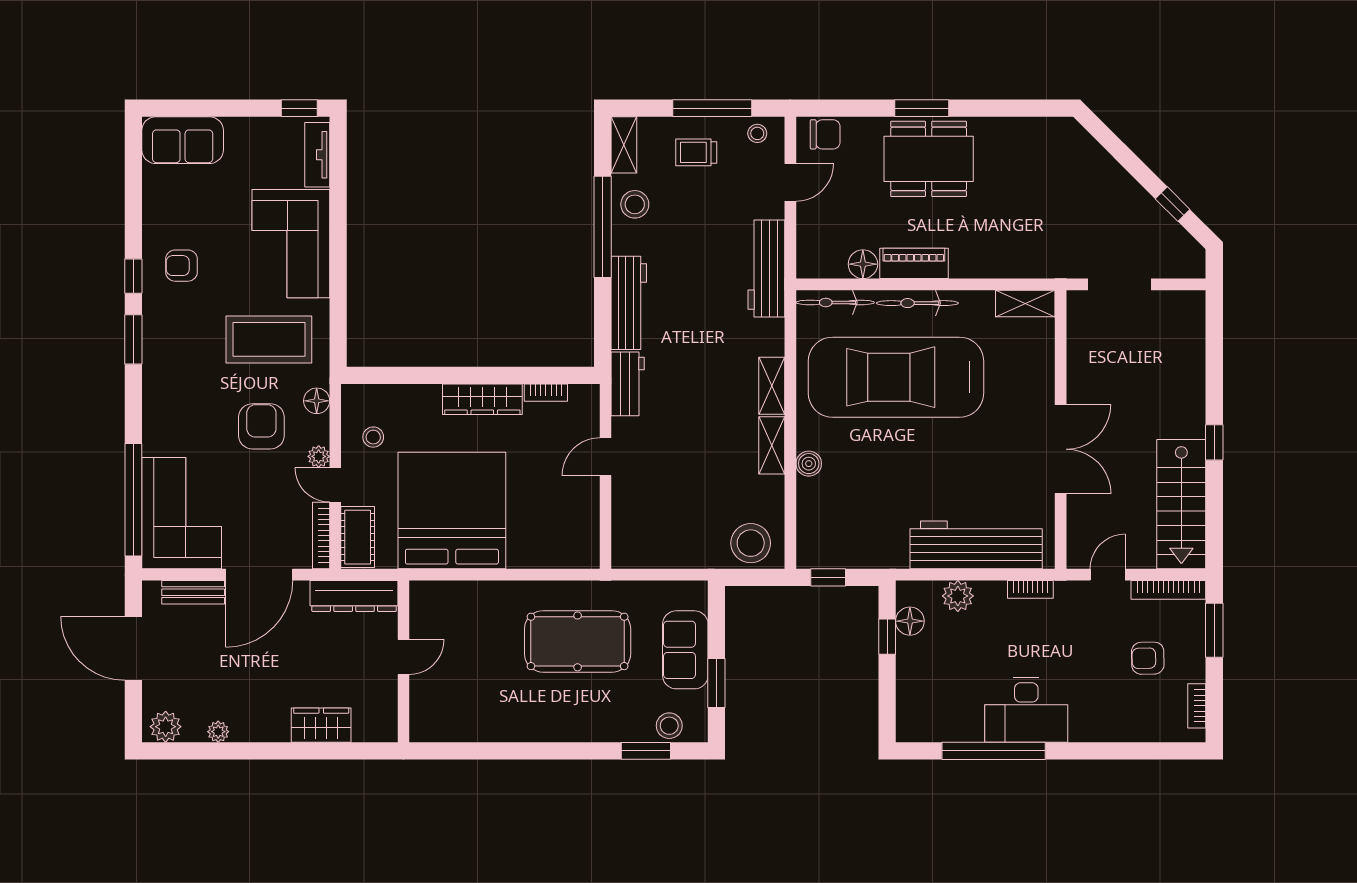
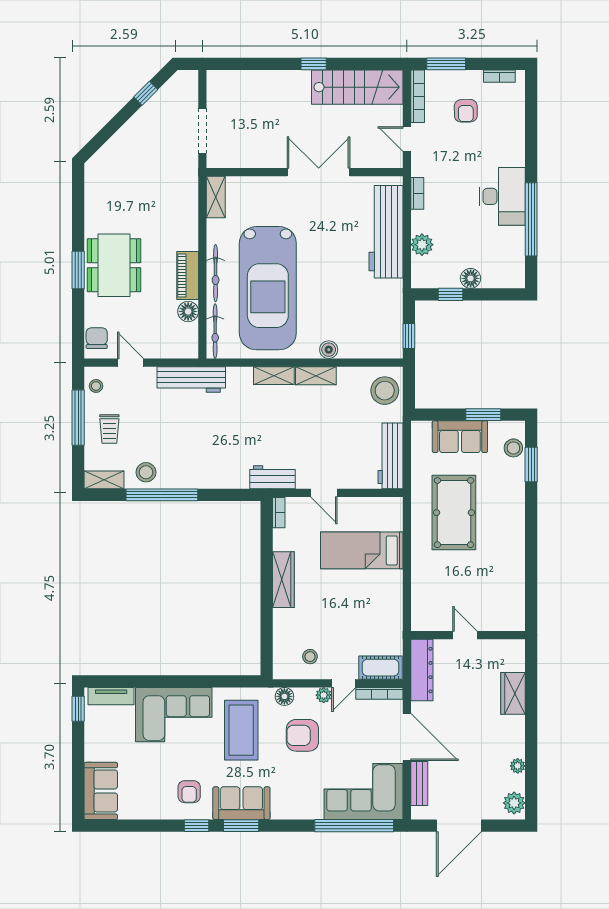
workbench: (629, 303) -> (391, 456), moved, turned -90
sofa: (165, 340) -> (241, 803), added
bookcase: (546, 393) -> (279, 513), moved
bed: (452, 511) -> (362, 550), moved, width x0.49
floor lamp: (910, 621) -> (471, 278), moved

